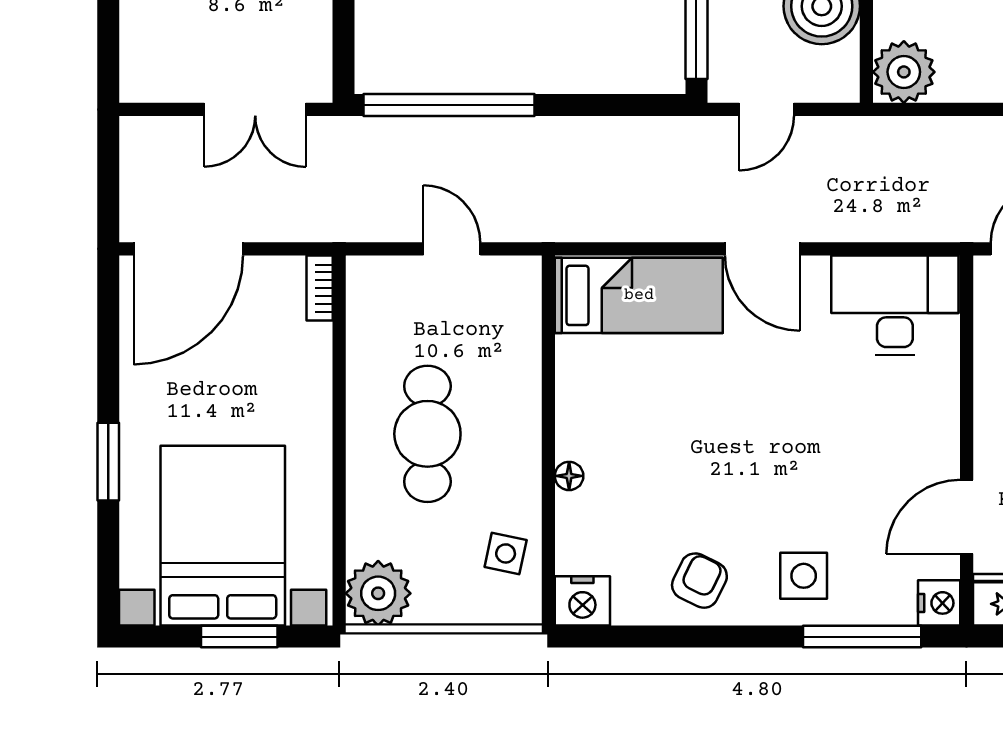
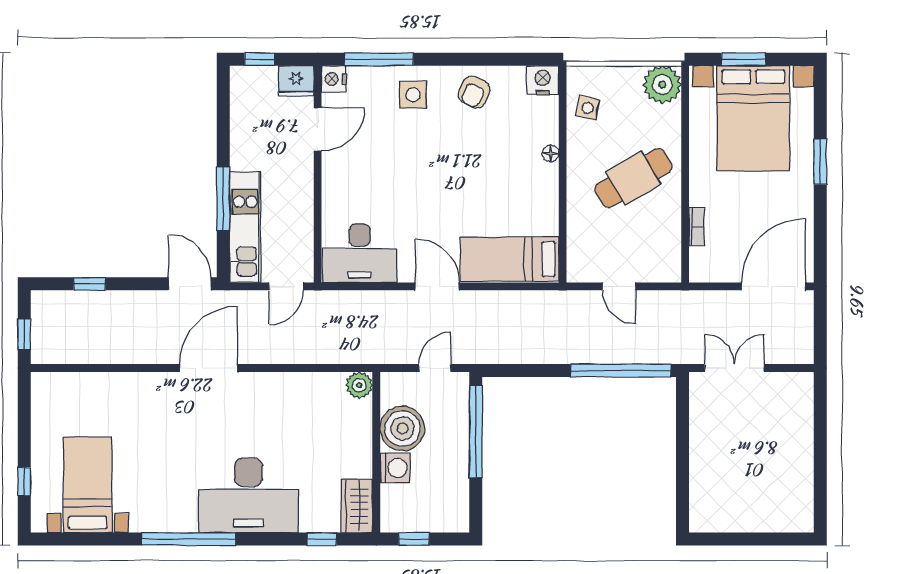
plant: (904, 72) -> (359, 385), width x0.73, depth x0.73
bookcase: (320, 288) -> (697, 227), moved
cafe table: (427, 434) -> (633, 178), turned 59

